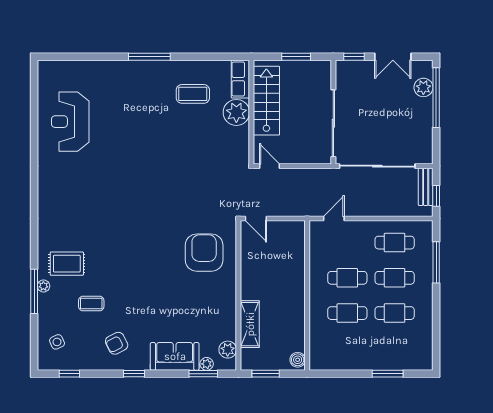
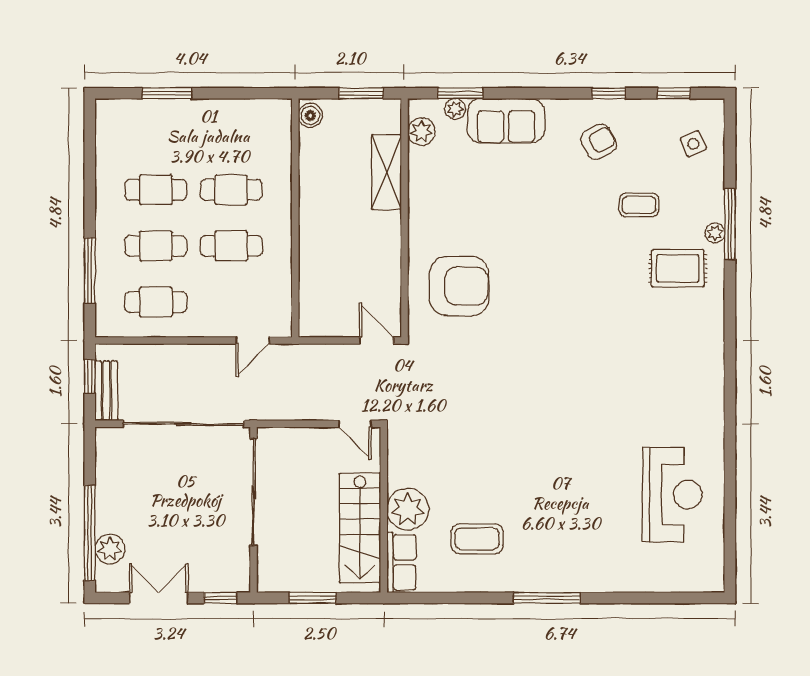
armchair: (204, 253) -> (459, 286), turned -90
window: (134, 374) -> (609, 93), moved

